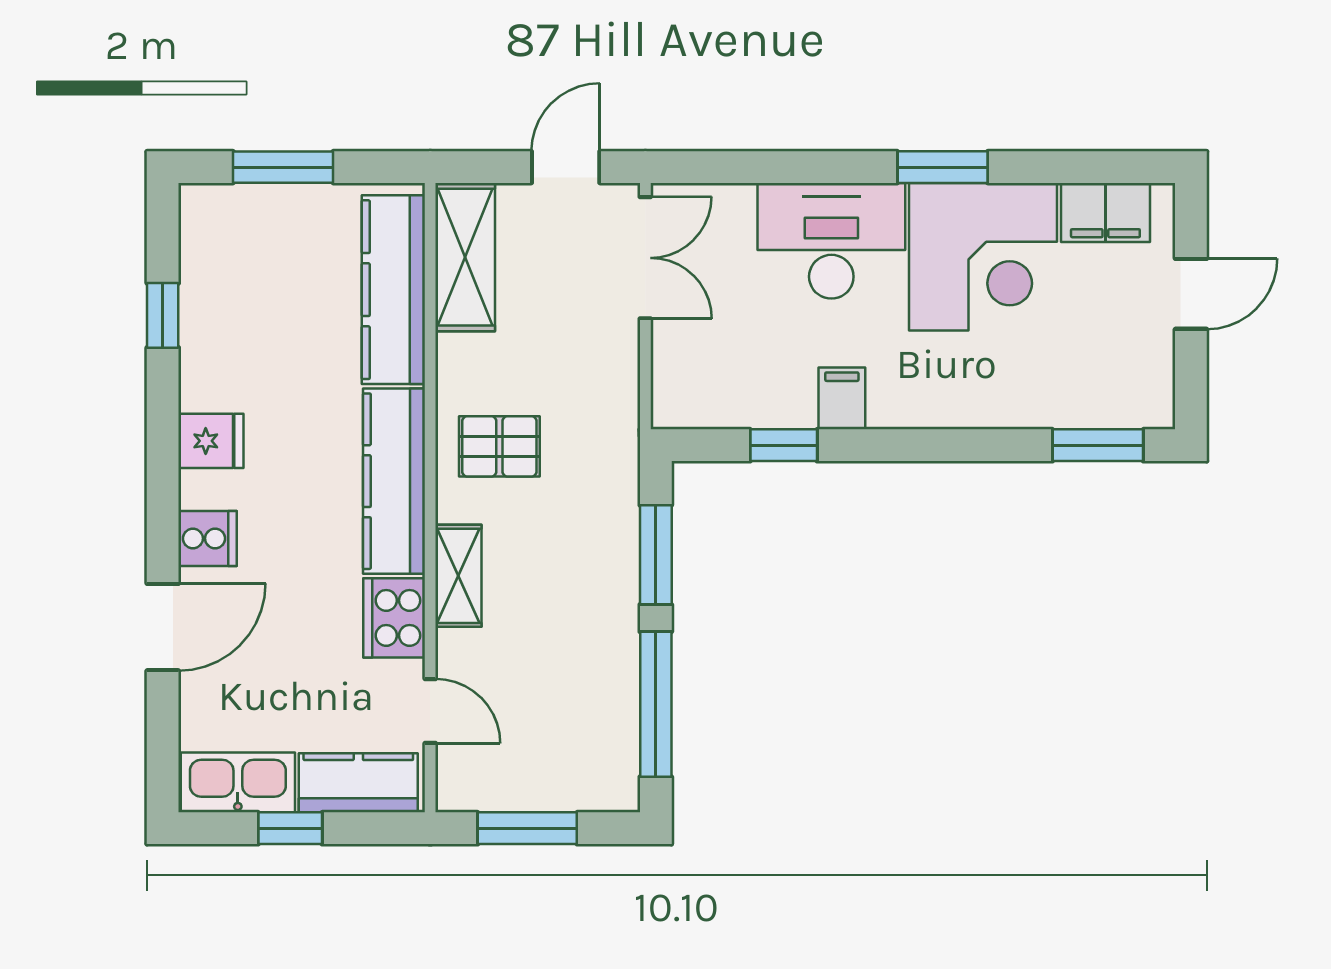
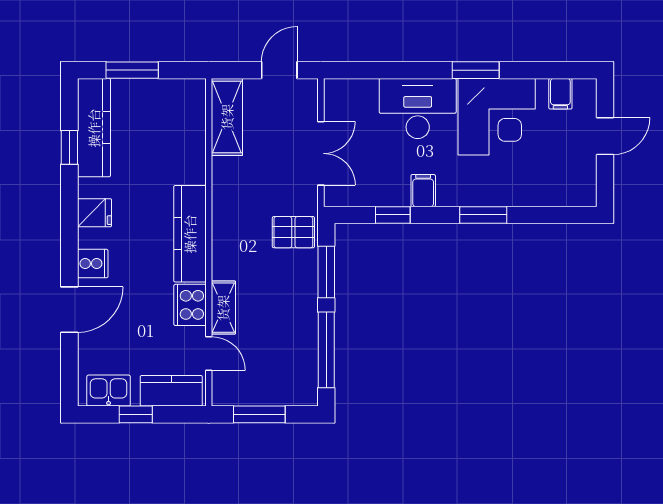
filing cabinet: (1105, 212) -> (560, 94), width x0.50
double door: (645, 258) -> (321, 153), moved
kitchen counter: (393, 290) -> (94, 128), moved, turned 180
window: (1098, 445) -> (483, 215), moved
pallet: (499, 446) -> (293, 232), moved
shelving: (458, 576) -> (223, 308), moved
kitchen sink: (238, 782) -> (109, 391), width x0.73

